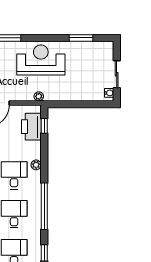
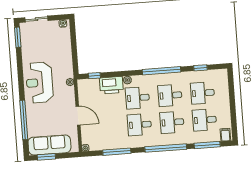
window: (81, 38) -> (18, 37), moved
sliding door: (117, 74) -> (36, 19), moved
printer: (31, 127) -> (111, 85), moved

